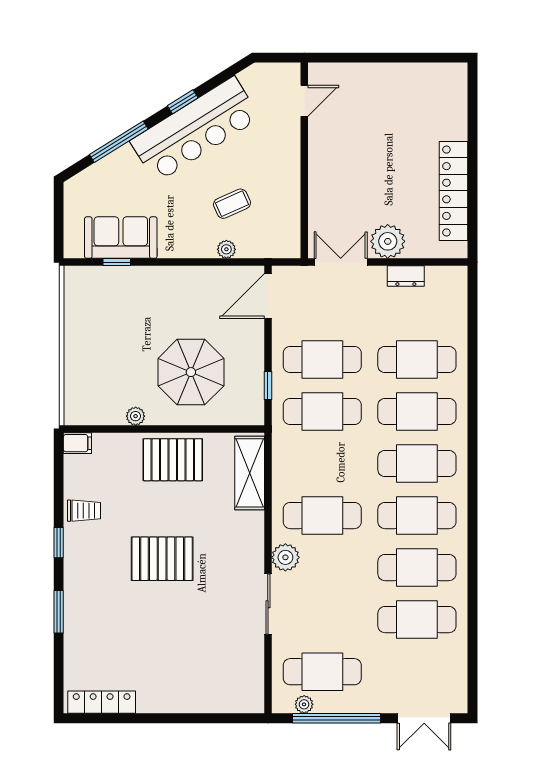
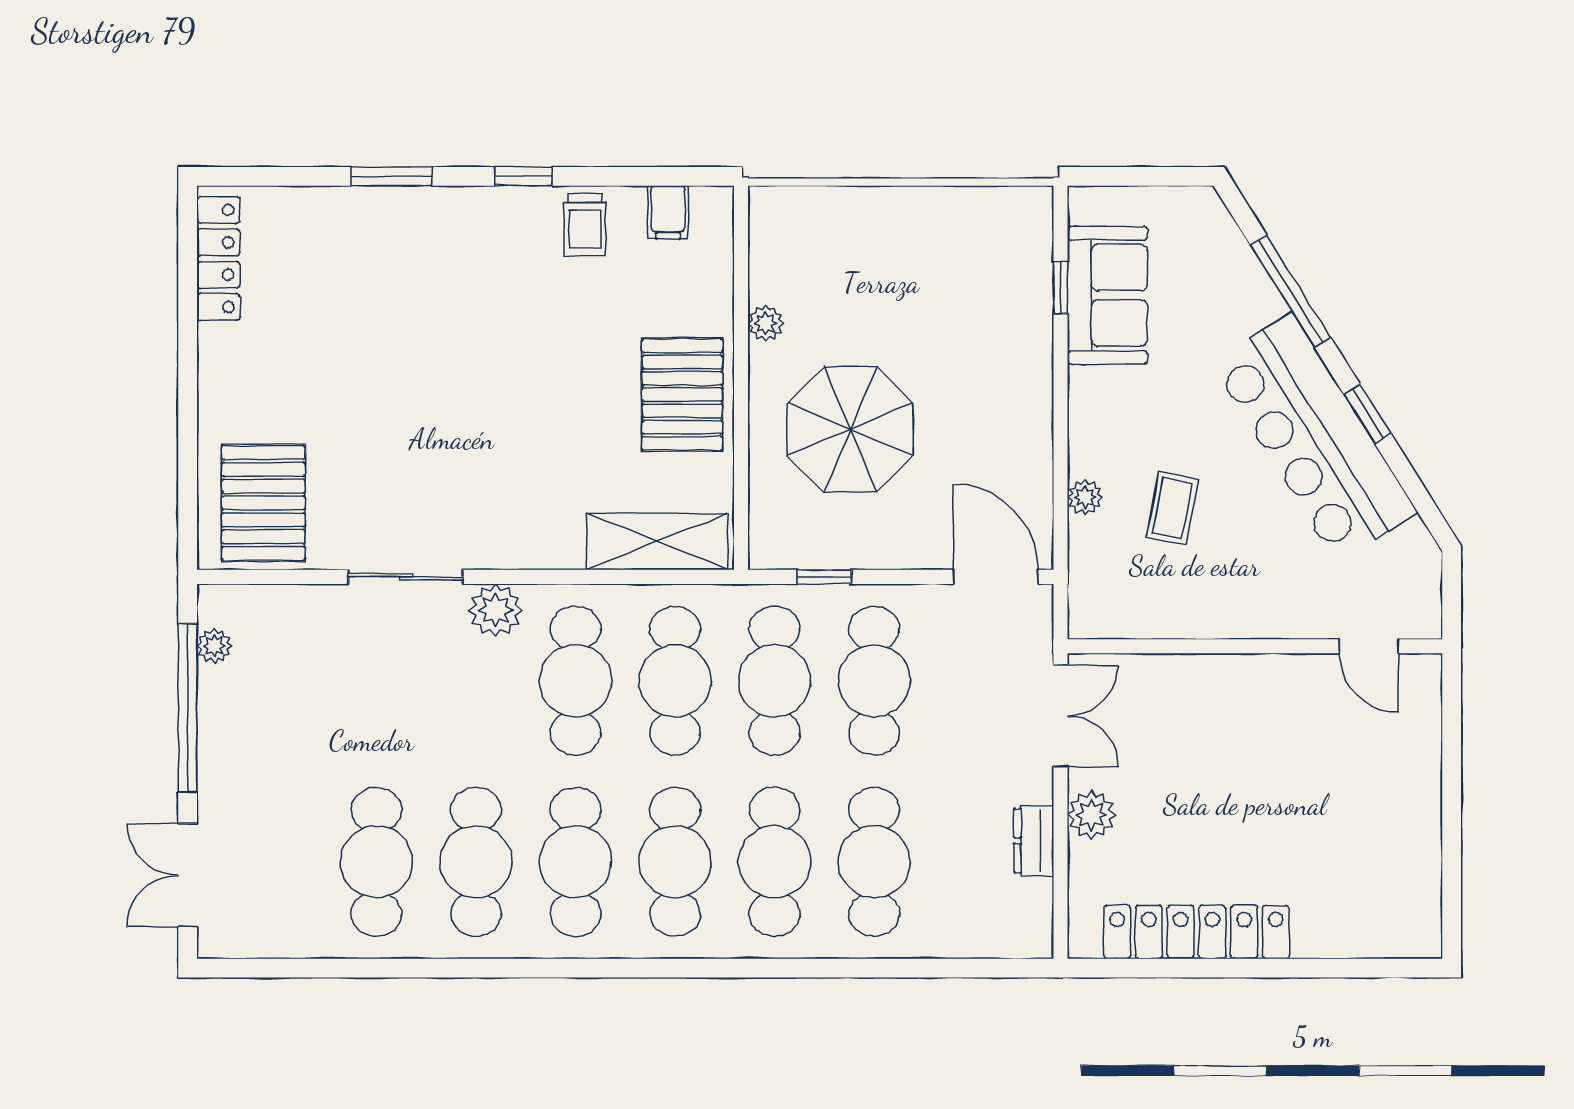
coffee table: (232, 204) -> (1172, 508), turned 35
plant: (388, 241) -> (1091, 815), width x0.73, depth x0.73
filing cabinet: (77, 443) -> (668, 212), moved
pallet: (162, 559) -> (263, 503), moved
cafe table: (322, 672) -> (675, 681), moved

